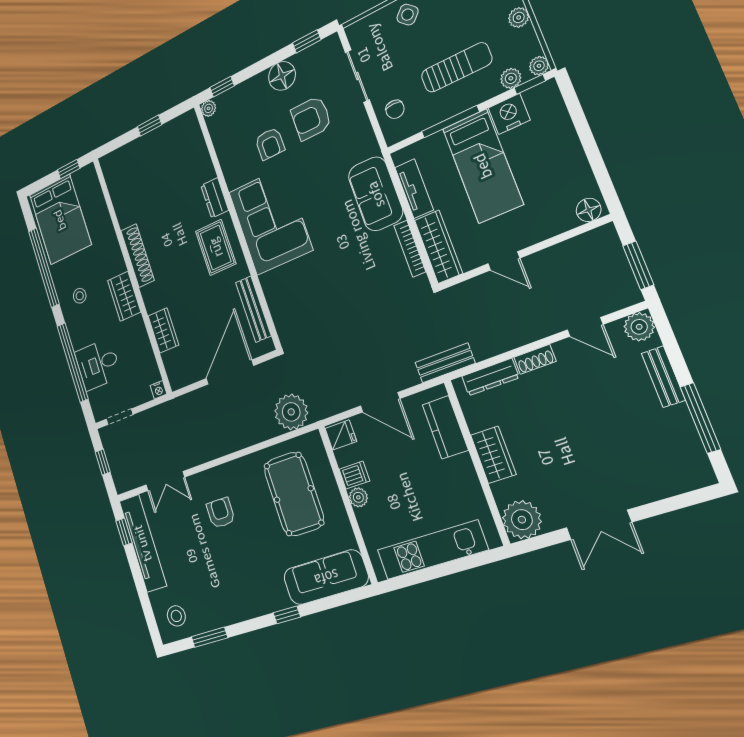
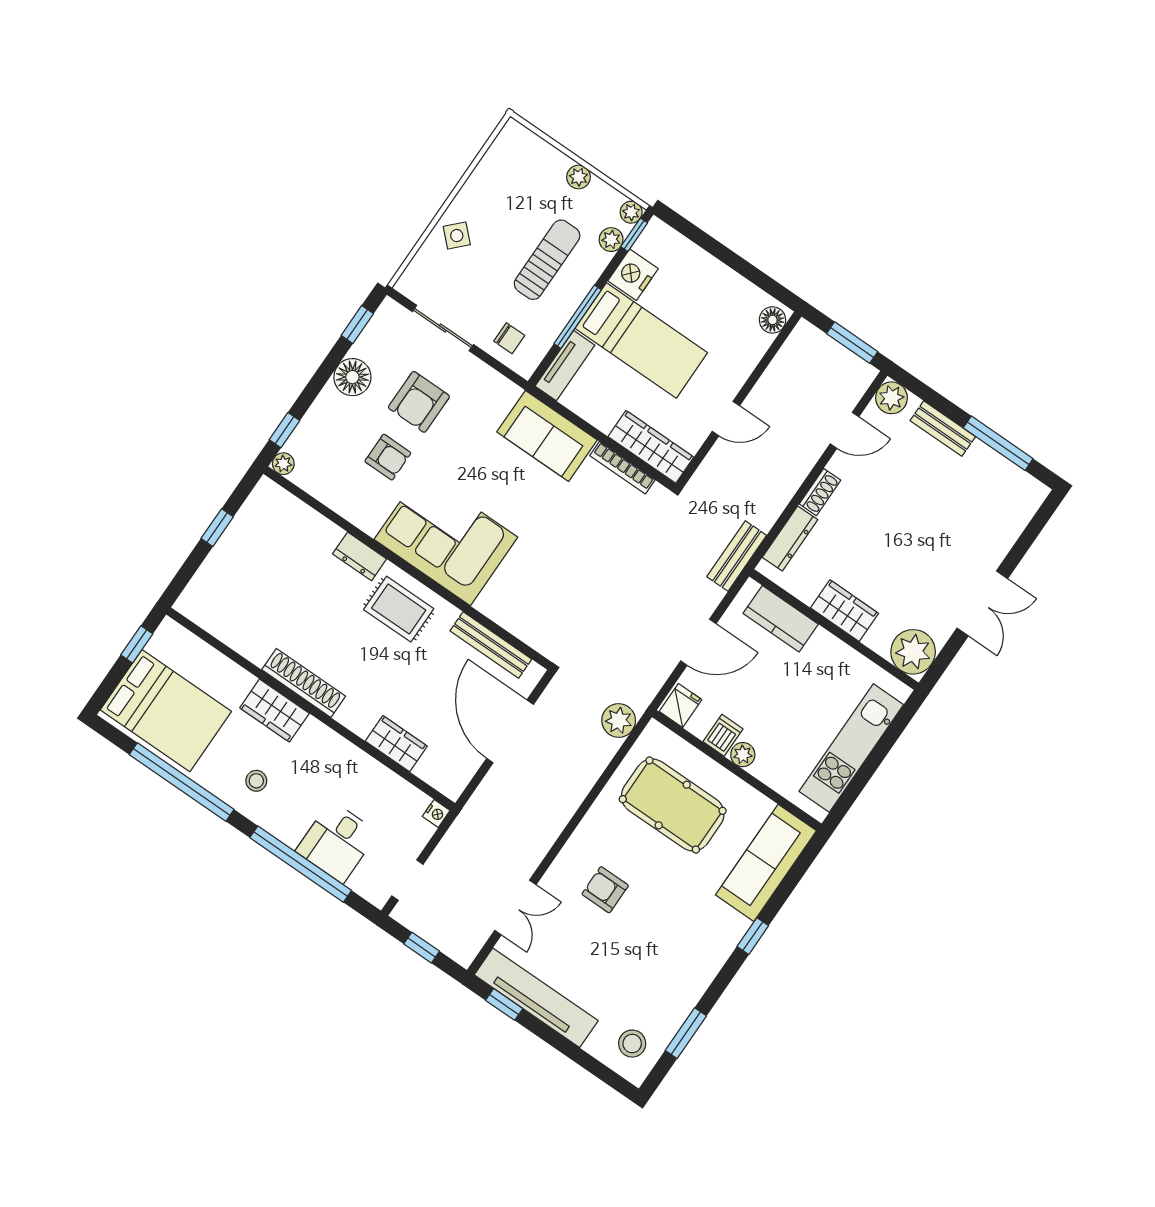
tv unit: (414, 189) -> (565, 366), moved, turned 90
wardrobe: (124, 296) -> (274, 711), moved
plant: (291, 412) -> (619, 720), width x0.73, depth x0.73

